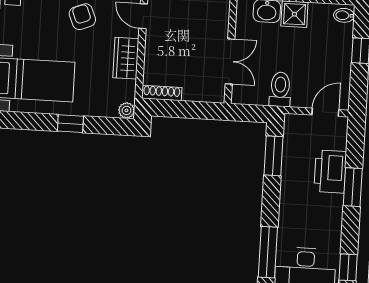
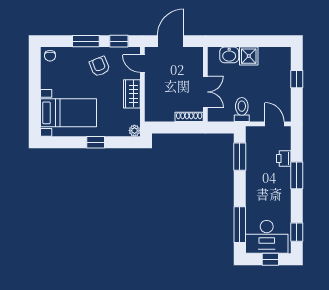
bidet: (344, 15) -> (284, 55), removed
shoe rack: (162, 93) -> (189, 117), moved
door: (325, 112) -> (275, 124), hinge flipped
printer: (330, 172) -> (284, 158), width x0.53, depth x0.68

